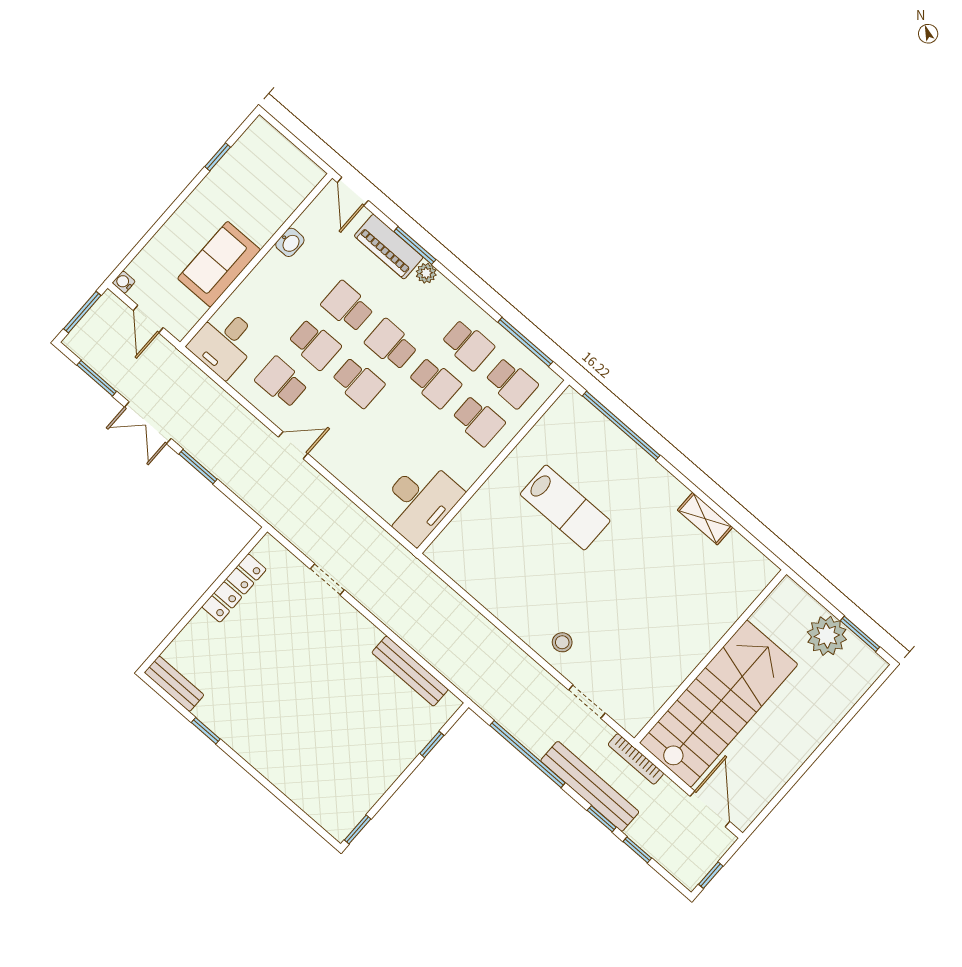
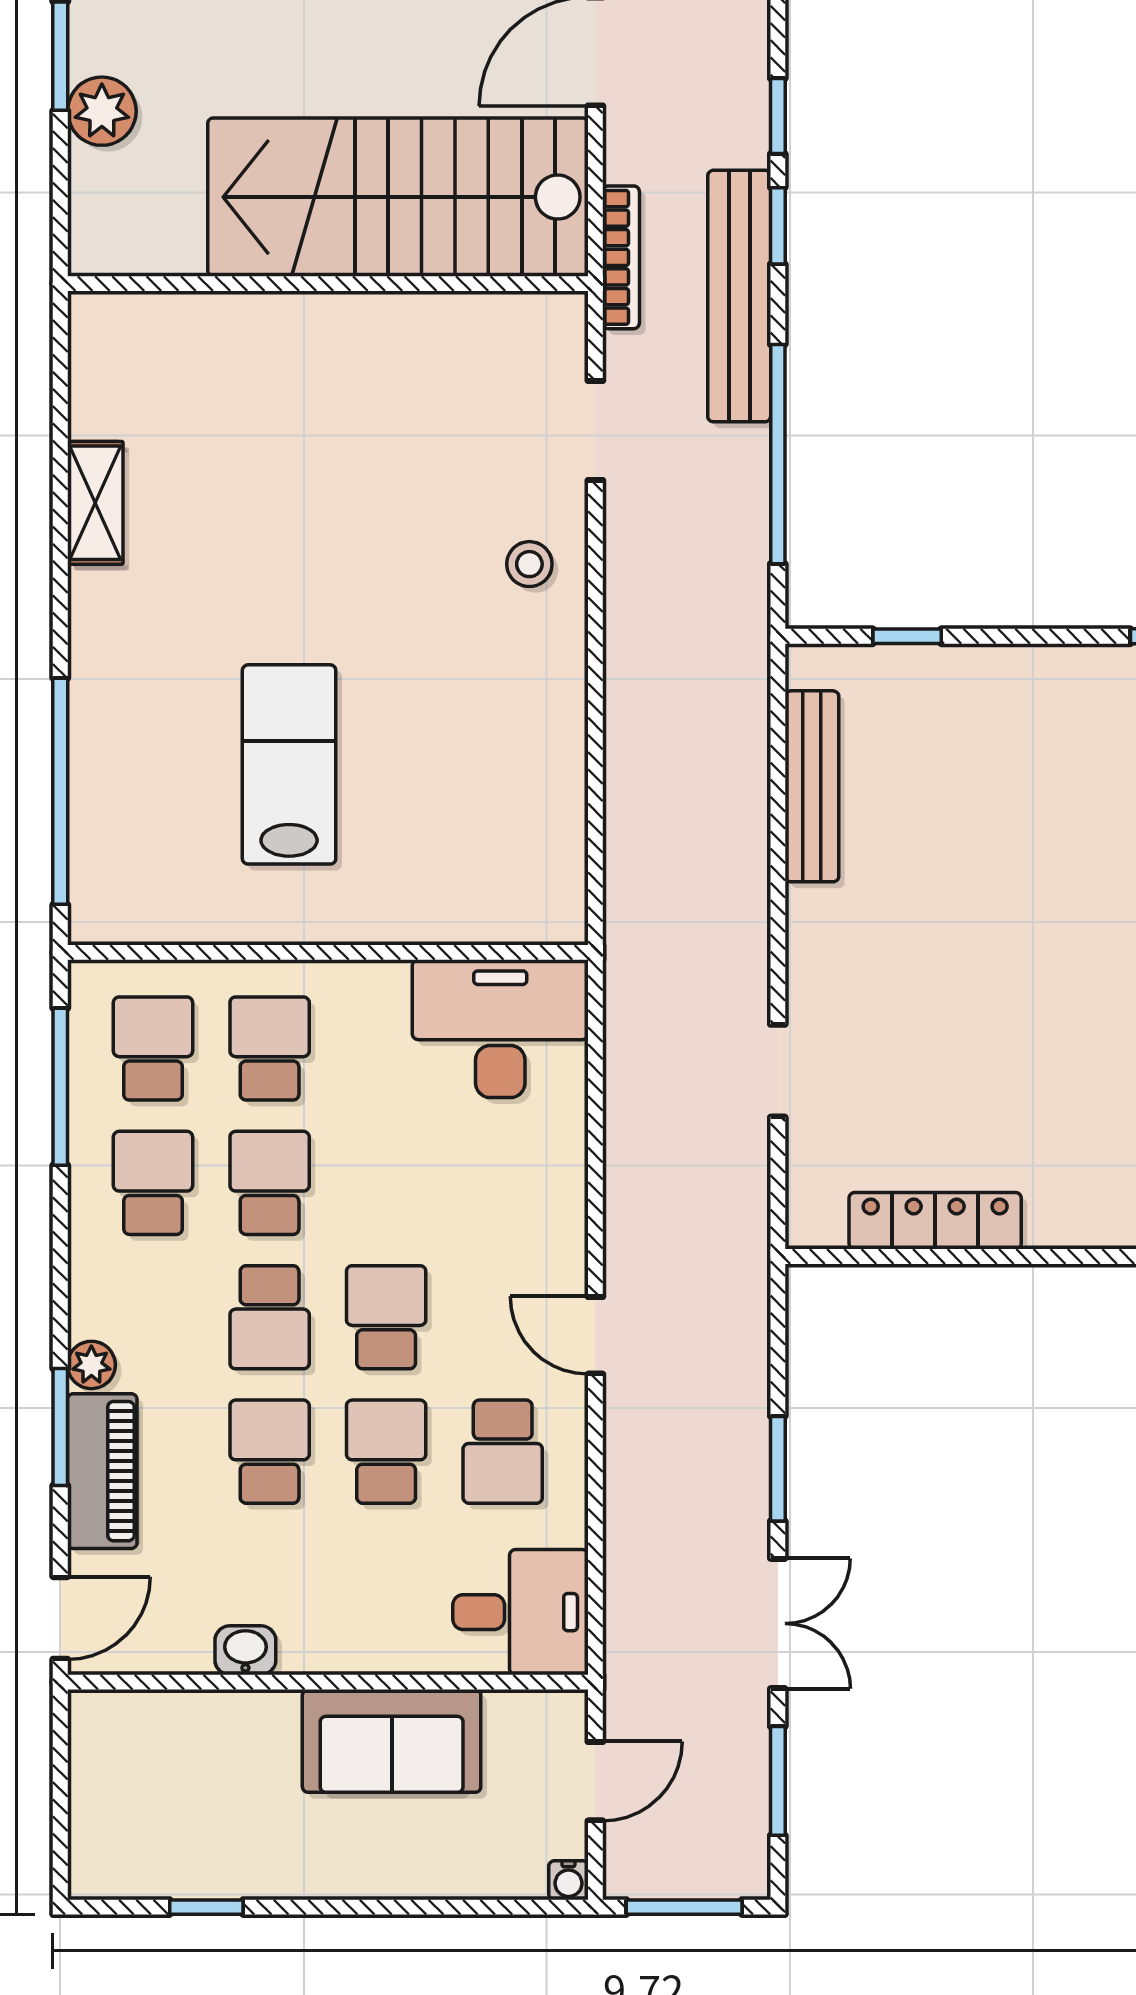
school desk: (348, 306) -> (270, 1452), turned 180
plant: (827, 636) -> (102, 111), width x0.73, depth x0.73

